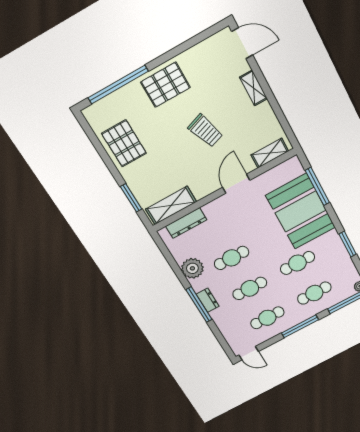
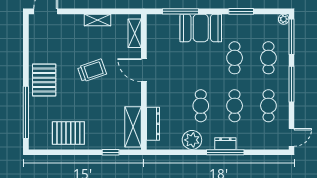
shelving: (254, 88) -> (97, 20), moved
window: (131, 198) -> (111, 152), width x0.67
booth: (301, 211) -> (201, 28), width x0.73, depth x0.70

